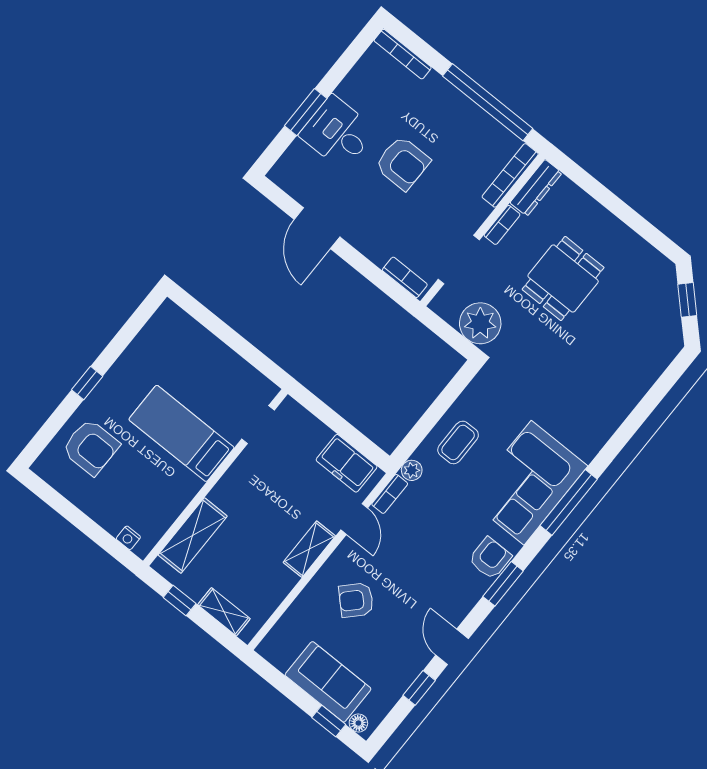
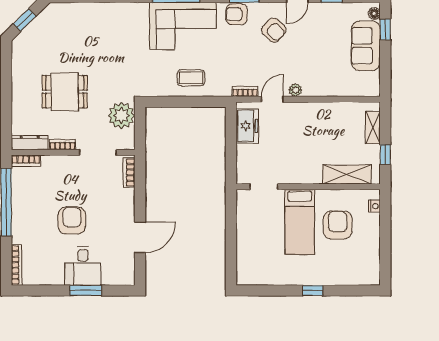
bookcase: (510, 175) -> (26, 161), width x0.64
armchair: (91, 447) -> (338, 225), moved
plant: (412, 470) -> (295, 90), moved
shelving: (309, 549) -> (306, 110), removed
armchair: (356, 600) -> (274, 30), moved

